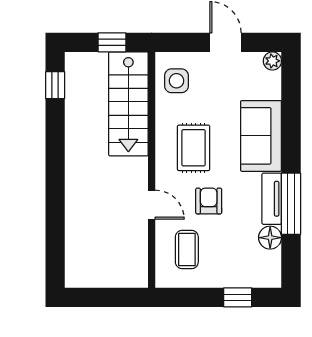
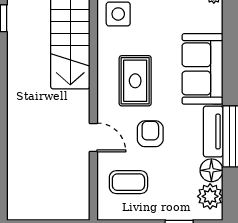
coffee table: (187, 250) -> (128, 182), turned 90
plant: (269, 264) -> (210, 196), added

